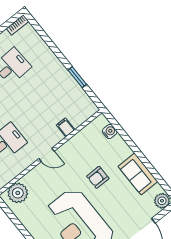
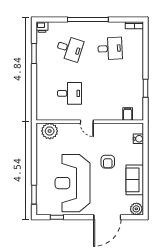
filing cabinet: (66, 127) -> (128, 114), moved
armchair: (98, 177) -> (108, 162), turned -90

